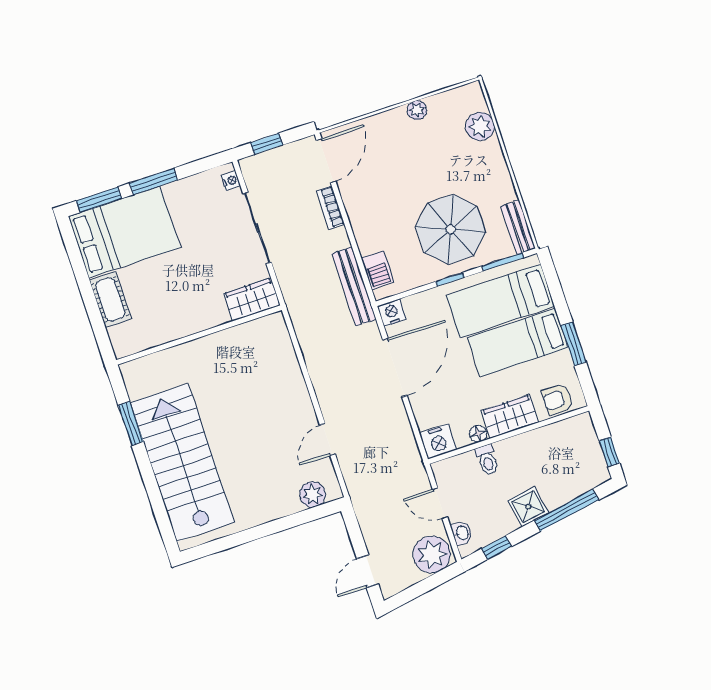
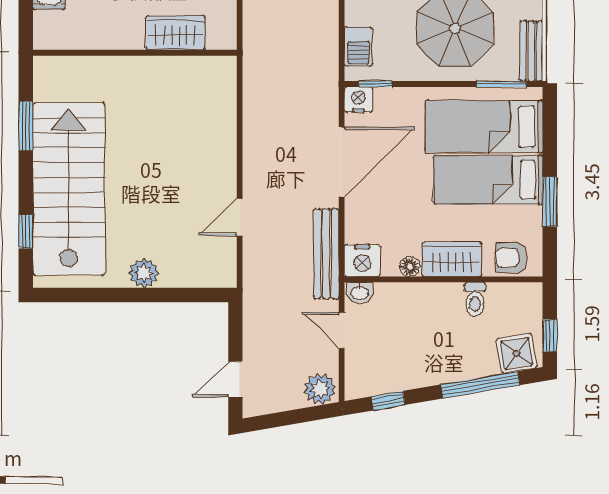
window: (450, 279) -> (375, 84), moved
bench: (354, 286) -> (326, 254), moved
wardrobe: (252, 300) -> (176, 33), moved
toilet: (487, 460) -> (475, 299), moved
plant: (312, 494) -> (144, 273), moved
shower: (528, 507) -> (517, 353), moved
window: (159, 508) -> (26, 232), added
washbasin: (462, 533) -> (360, 293), moved, turned 90
plant: (432, 555) -> (320, 389), width x0.73, depth x0.73

